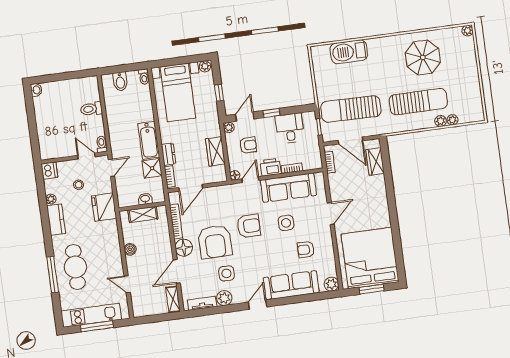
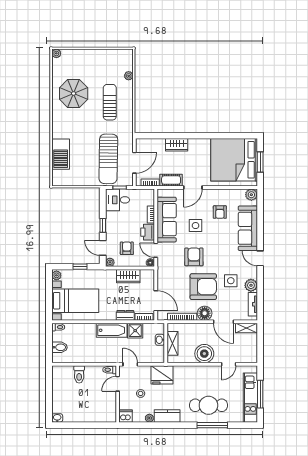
sun lounger: (418, 102) -> (110, 102), width x0.73, depth x0.75
plant: (441, 121) -> (128, 86), removed
desk: (290, 128) -> (117, 200), moved
wardrobe: (375, 162) -> (177, 145), moved
cot: (336, 187) -> (171, 180), added
door: (331, 214) -> (193, 187), swing flipped
boiler: (130, 249) -> (204, 354), width x1.86, depth x1.86

